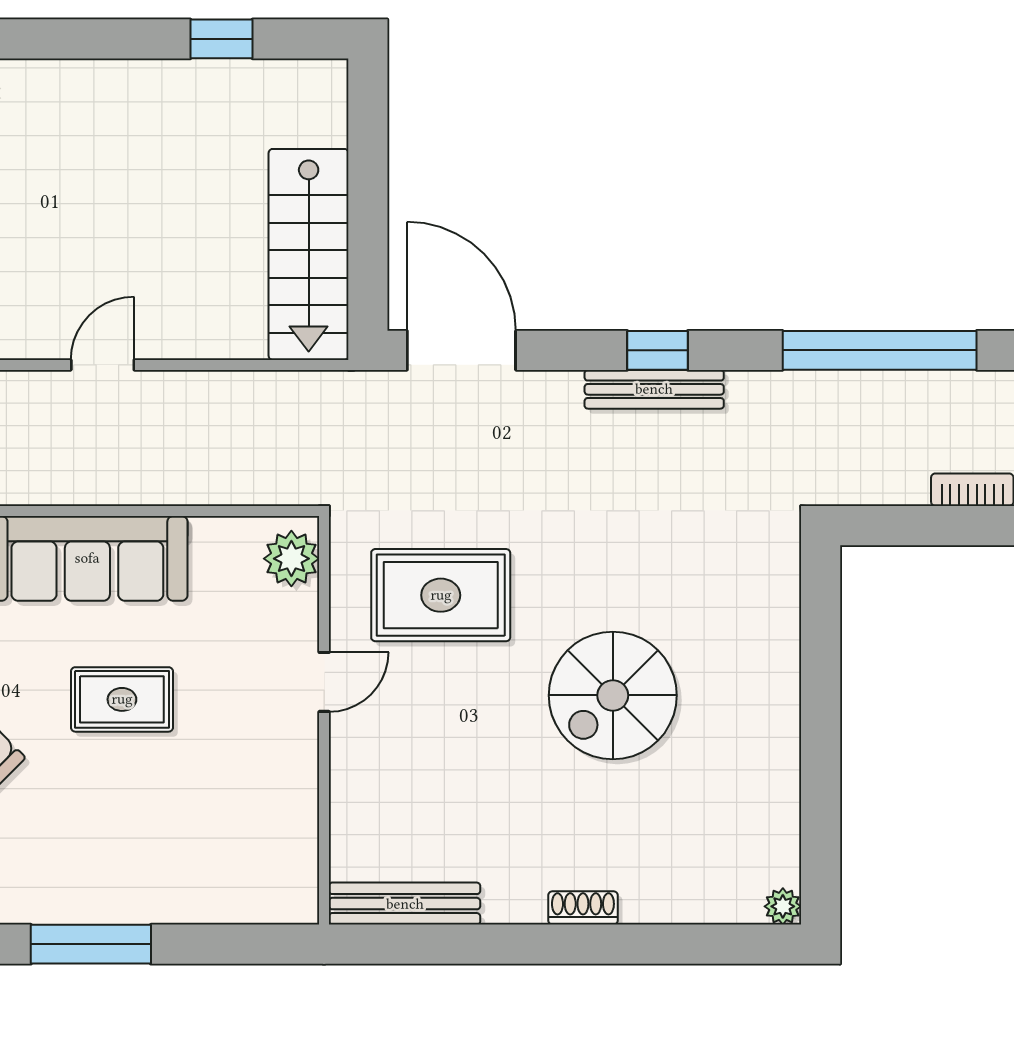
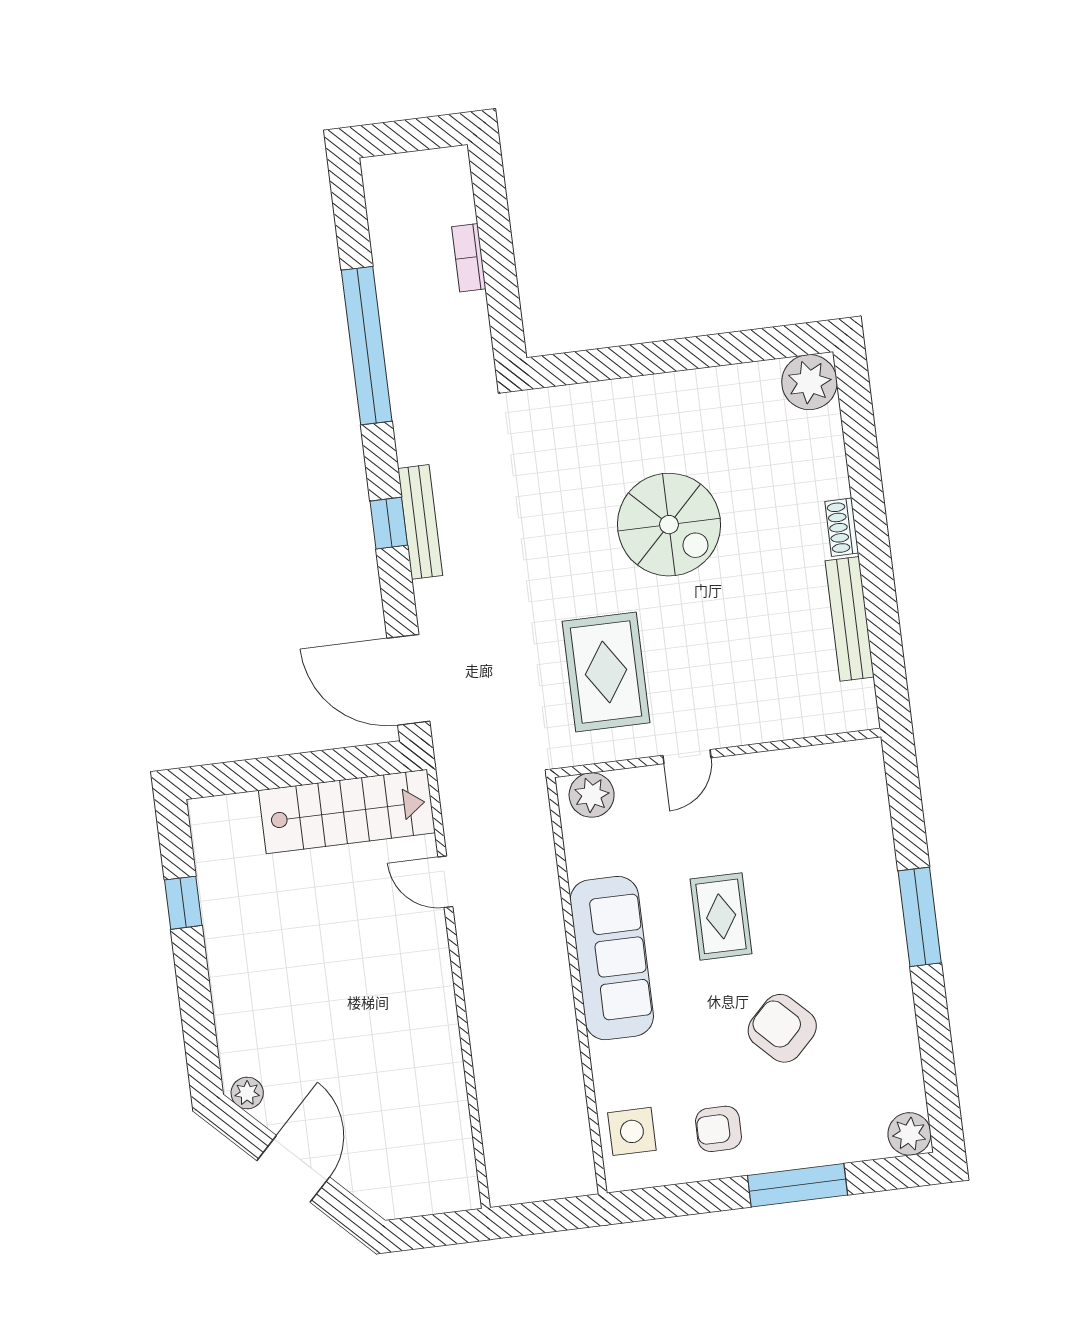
door: (461, 350) -> (408, 680), hinge flipped
door: (103, 365) -> (445, 882), moved
door: (324, 682) -> (687, 757), swing flipped
bench: (405, 904) -> (850, 619), moved
plant: (783, 906) -> (809, 382), width x1.88, depth x1.88

